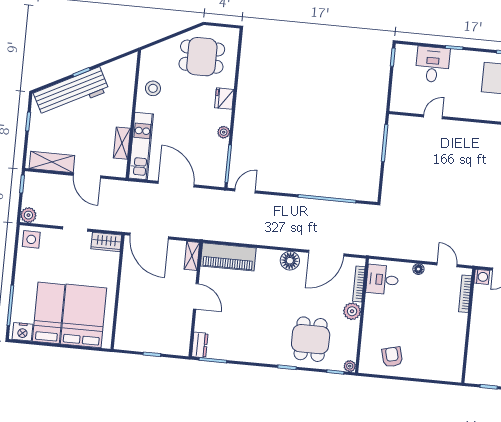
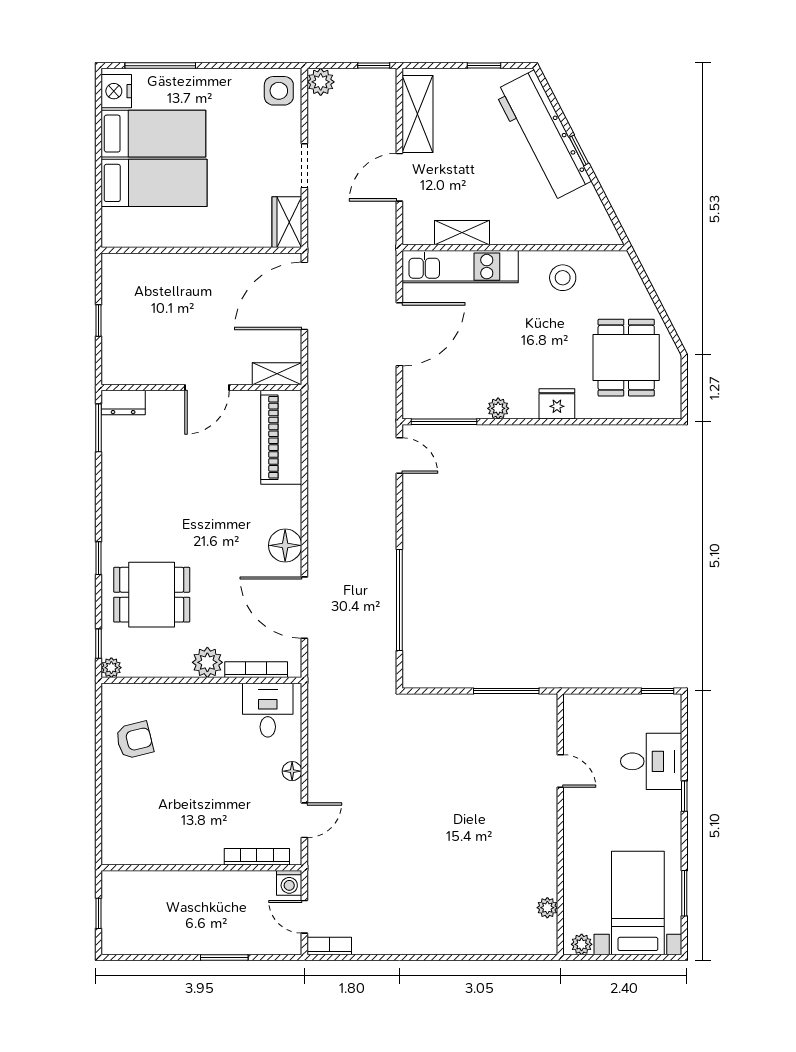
bed: (84, 316) -> (154, 183), width x0.67

